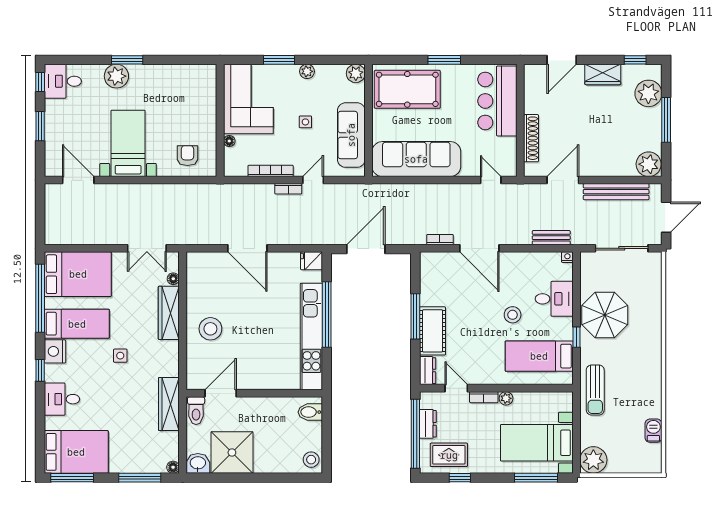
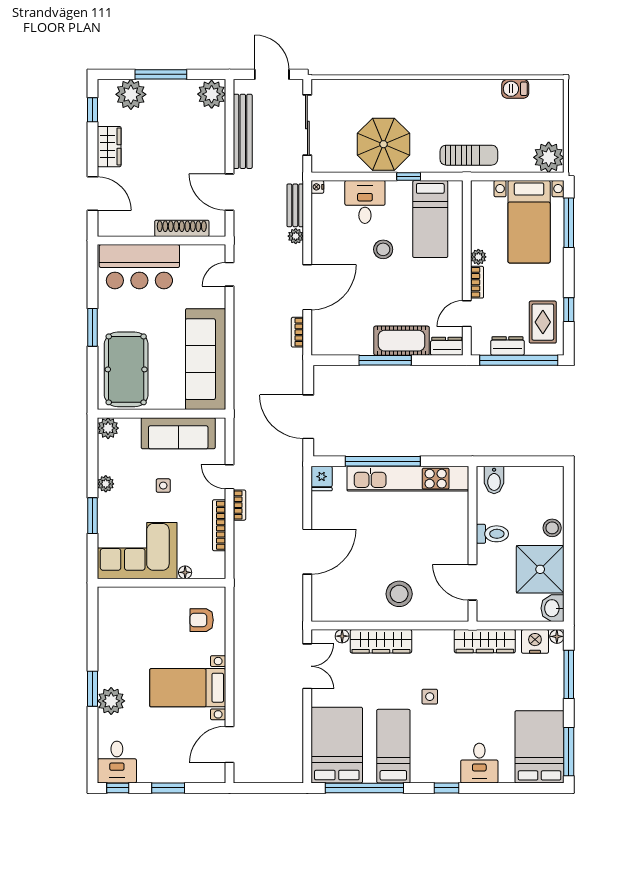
plant: (524, 238) -> (296, 236), added
nightstand: (55, 351) -> (535, 641), moved, turned 180
toilet: (196, 411) -> (492, 534), moved
stool: (311, 460) -> (552, 528), moved

